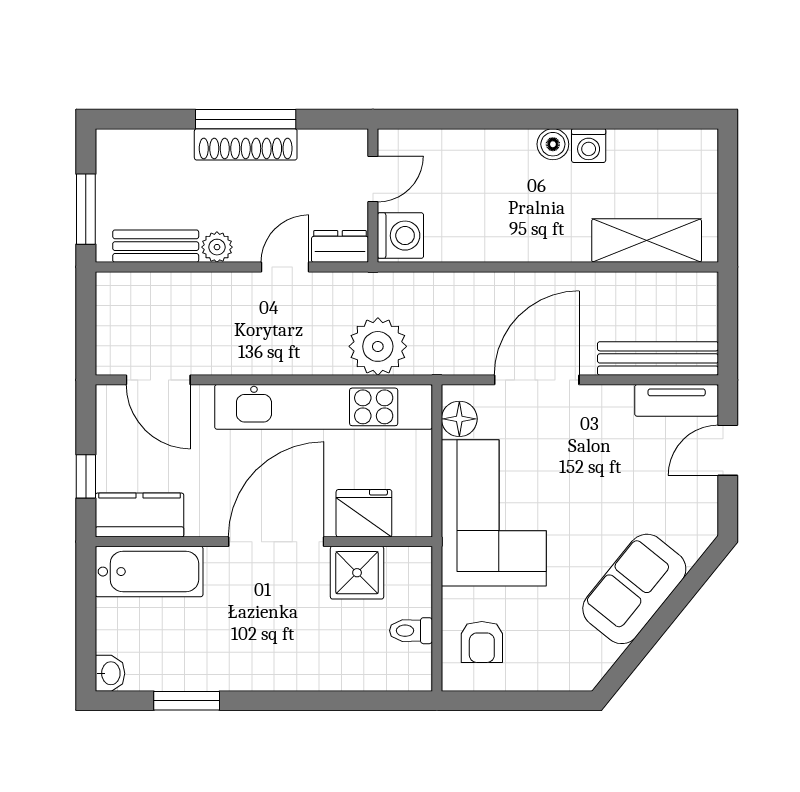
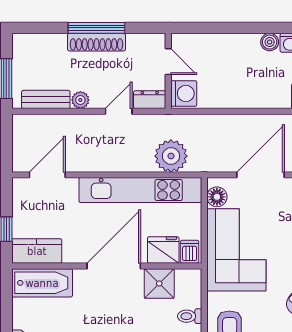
door: (373, 179) -> (168, 62), hinge flipped
door: (158, 380) -> (47, 175), swing flipped
dishwasher: (411, 516) -> (190, 252), added

